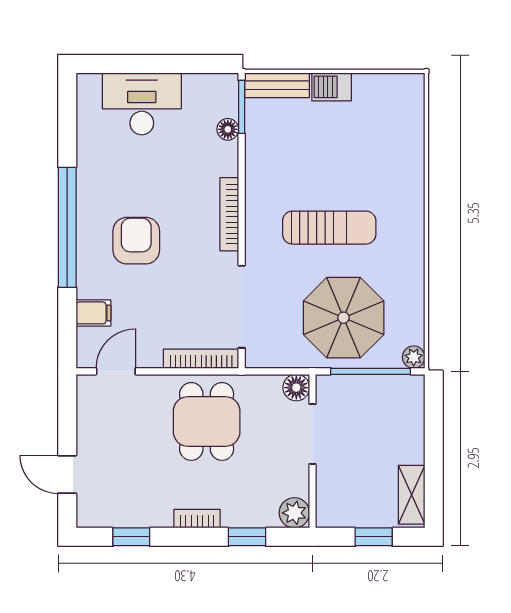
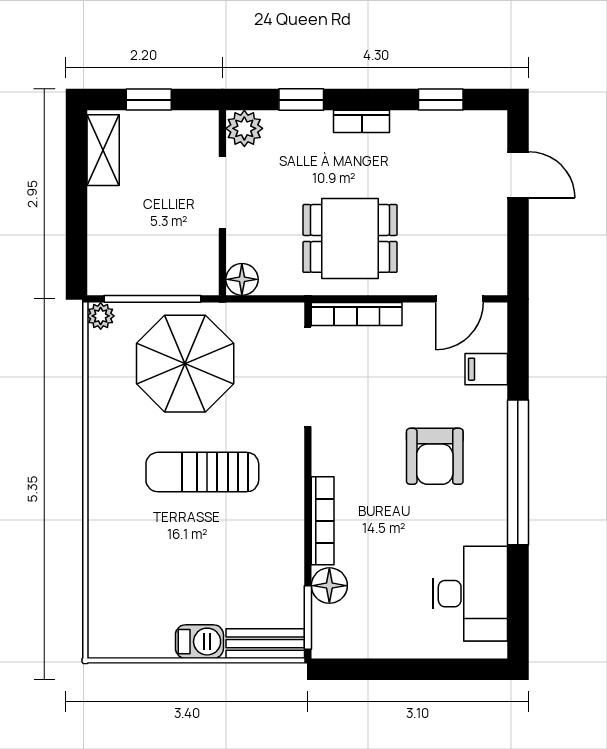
desk: (142, 104) -> (470, 594), moved, turned -90
floor lamp: (228, 129) -> (329, 586), width x1.37, depth x1.37
bookcase: (229, 214) -> (323, 521), moved
dining table: (207, 421) -> (350, 238), turned 90
doorway: (313, 434) -> (222, 193), moved

